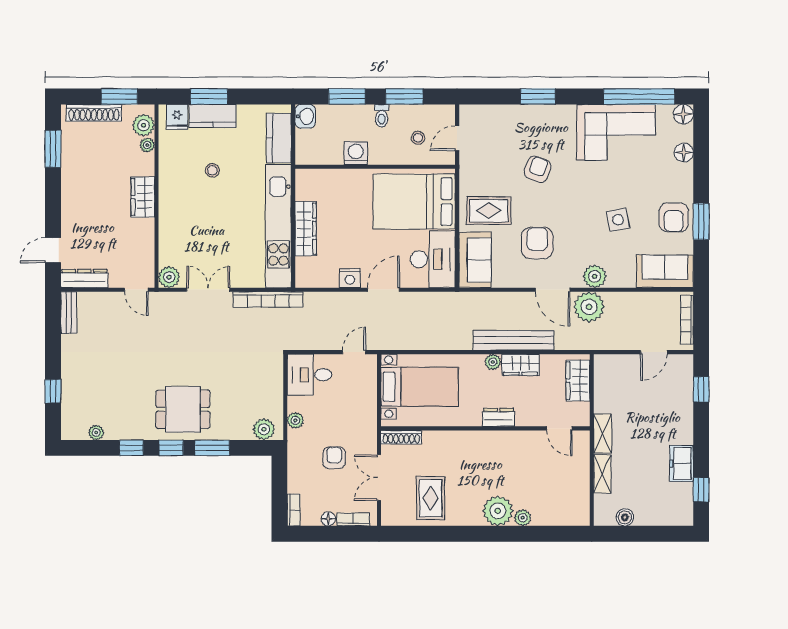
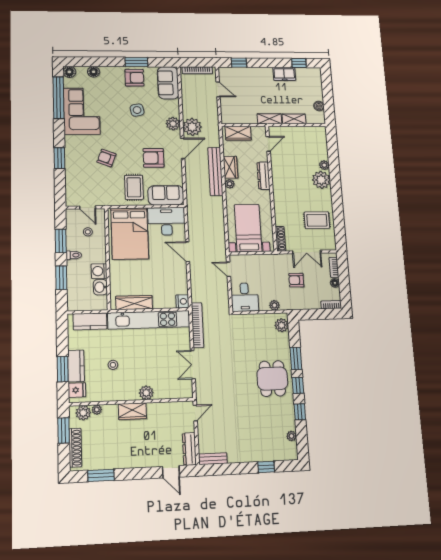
washbasin: (305, 116) -> (100, 287), moved, turned -90
wardrobe: (306, 229) -> (134, 303), moved
plant: (169, 277) -> (146, 393), moved
nightstand: (350, 278) -> (182, 301), moved
dresser: (499, 417) -> (264, 176), width x1.44

